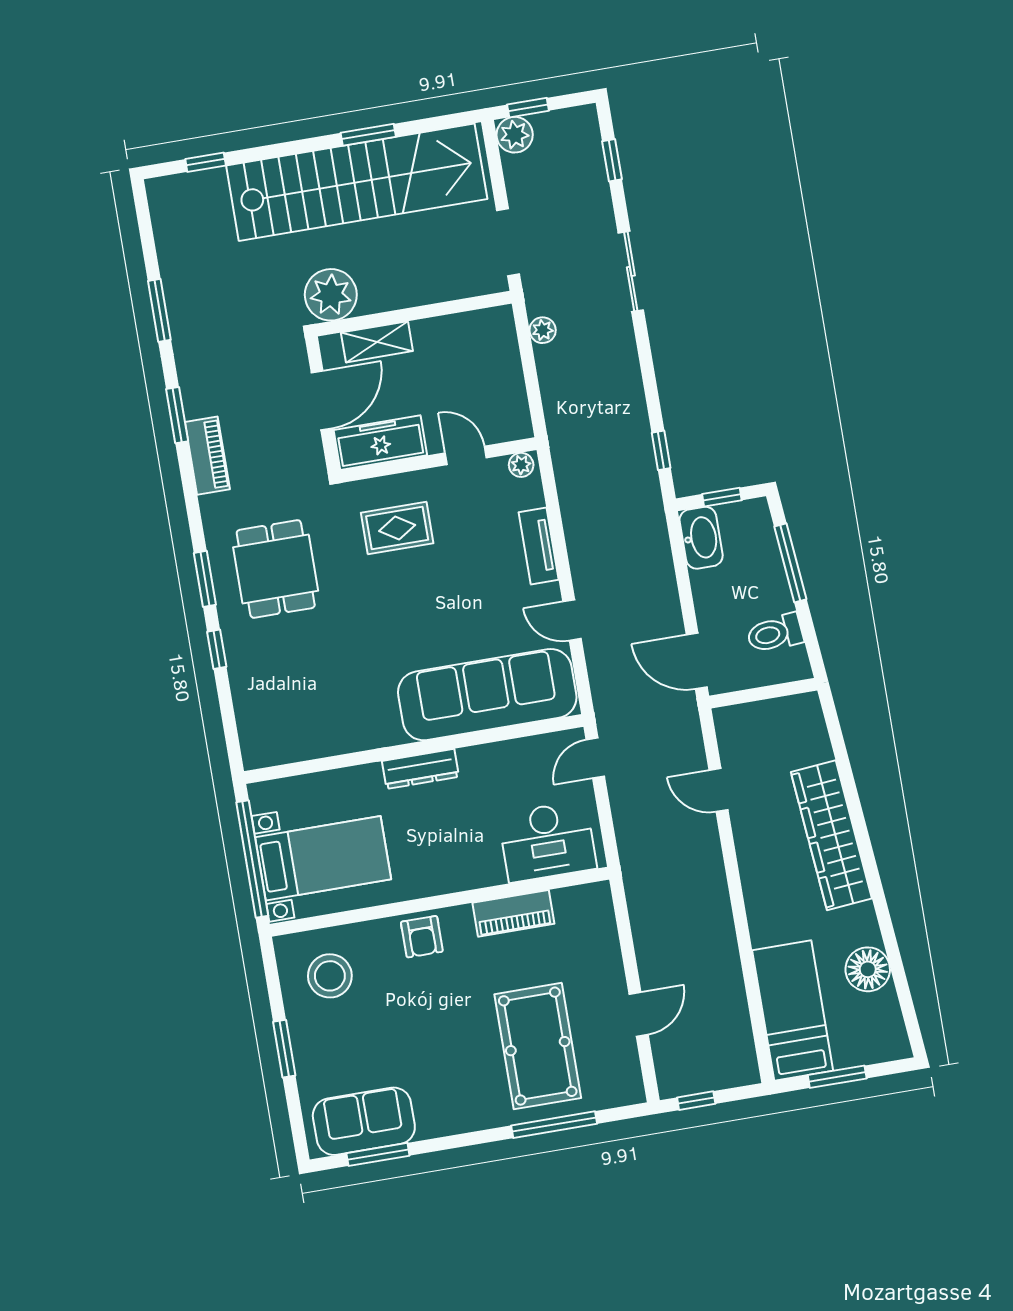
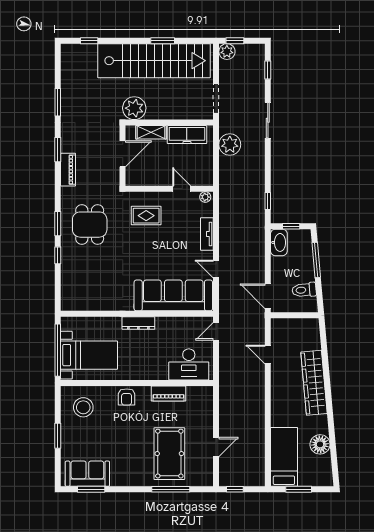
plant: (543, 330) -> (230, 145), width x1.88, depth x1.88
freezer: (380, 443) -> (187, 135), moved, turned 180

